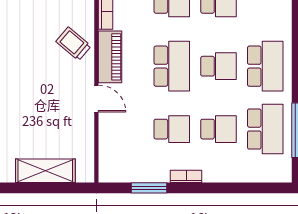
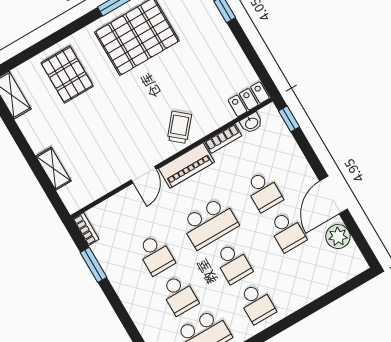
school desk: (265, 66) -> (257, 303), width x0.54
shelving: (45, 171) -> (53, 169), width x0.67, depth x0.75
bookcase: (186, 176) -> (86, 229), moved

